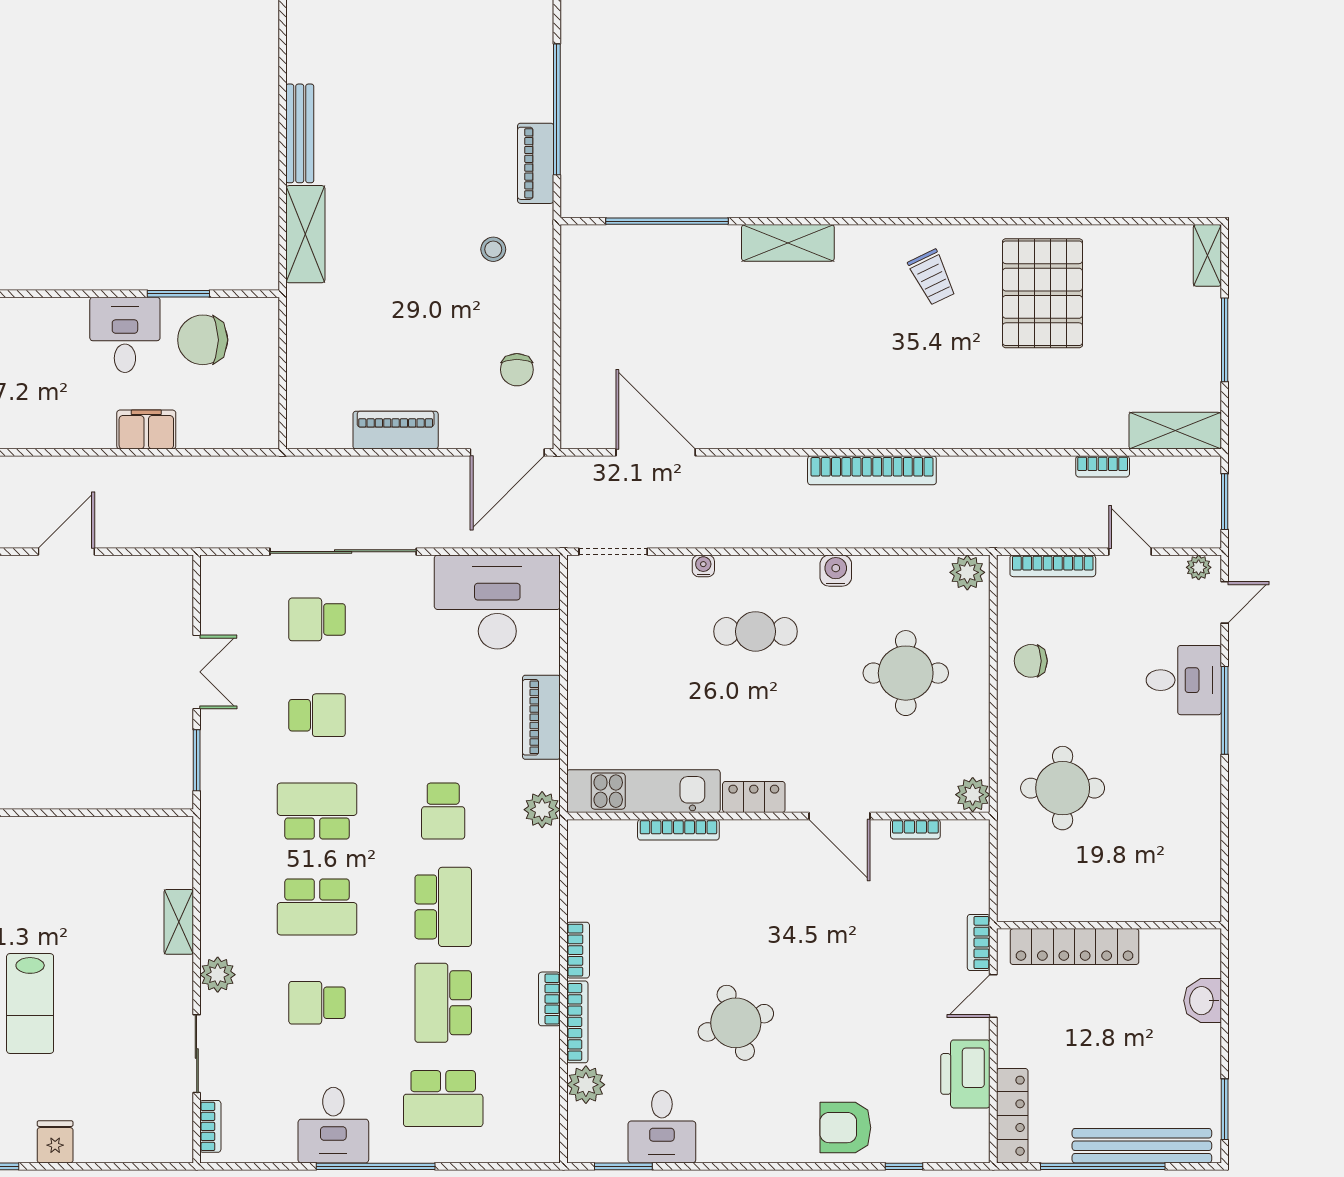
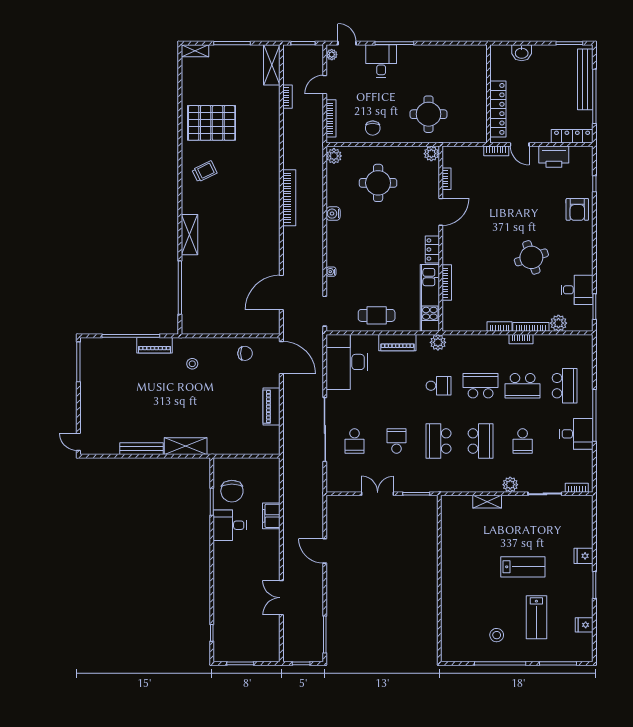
cafe table: (755, 631) -> (377, 315), moved, turned 90

